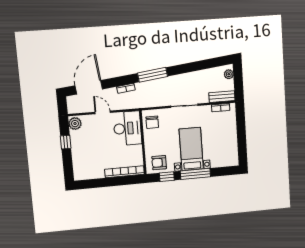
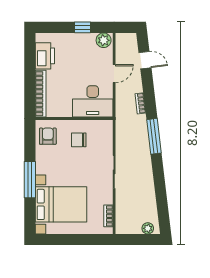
door: (89, 87) -> (145, 60), width x0.53
bench: (222, 97) -> (122, 218), removed
chair: (152, 122) -> (79, 140), moved
bed with nightstands: (191, 149) -> (61, 204), moved, width x1.36
printer: (93, 171) -> (45, 56), added
window: (167, 177) -> (30, 144), removed

